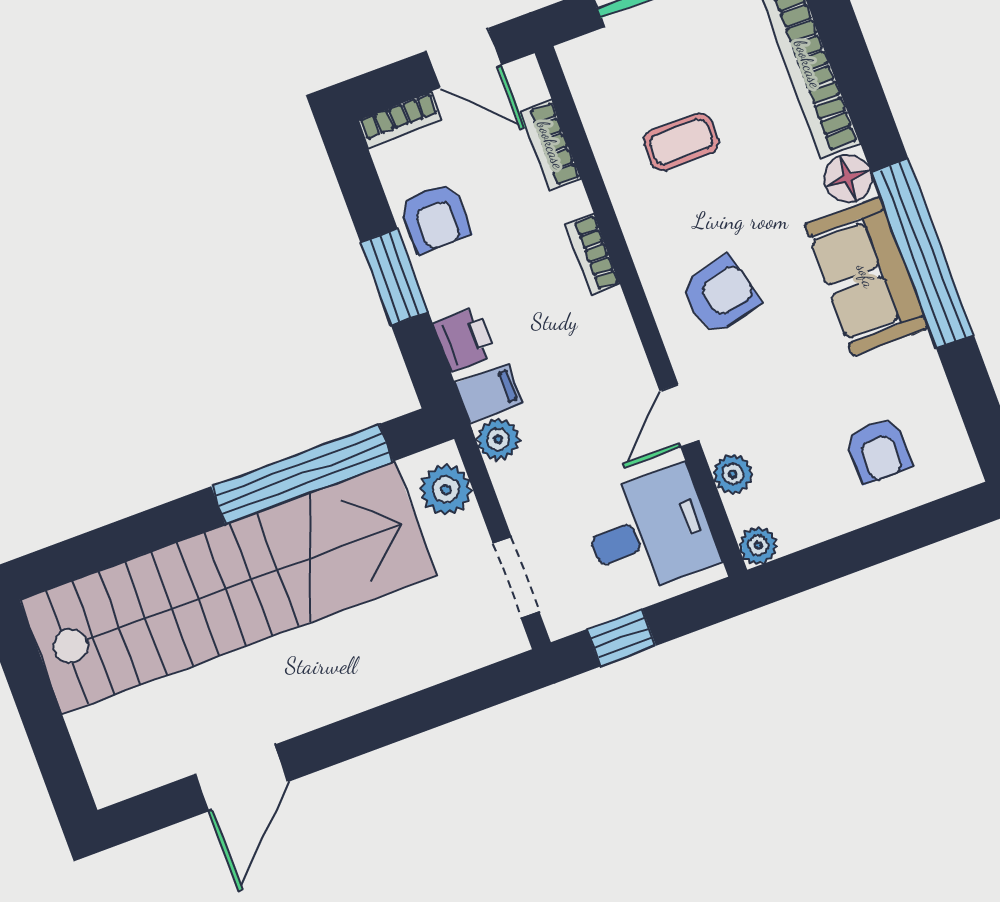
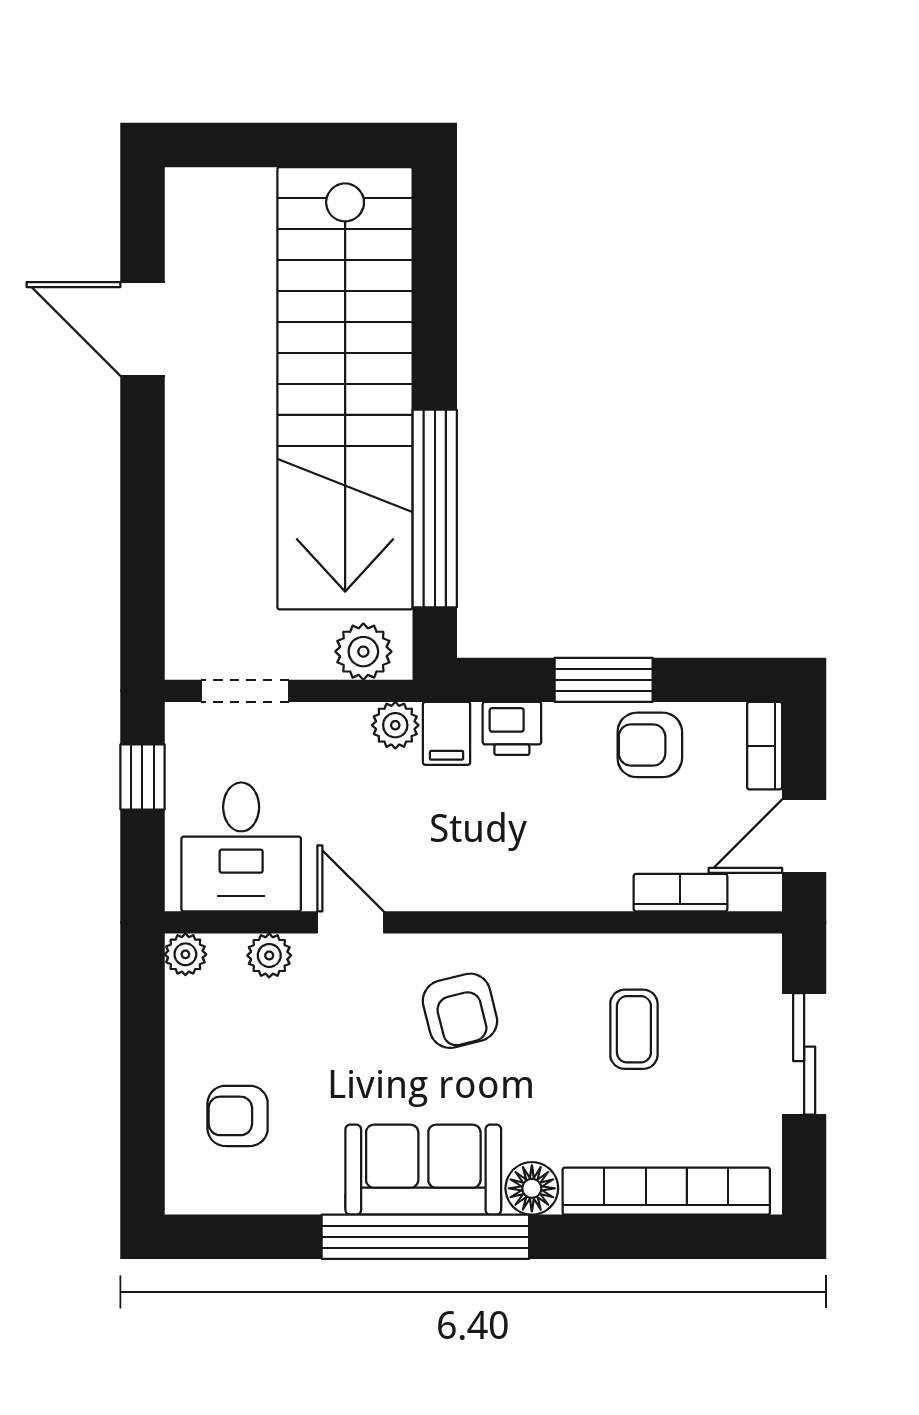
bookcase: (593, 254) -> (551, 895), removed

